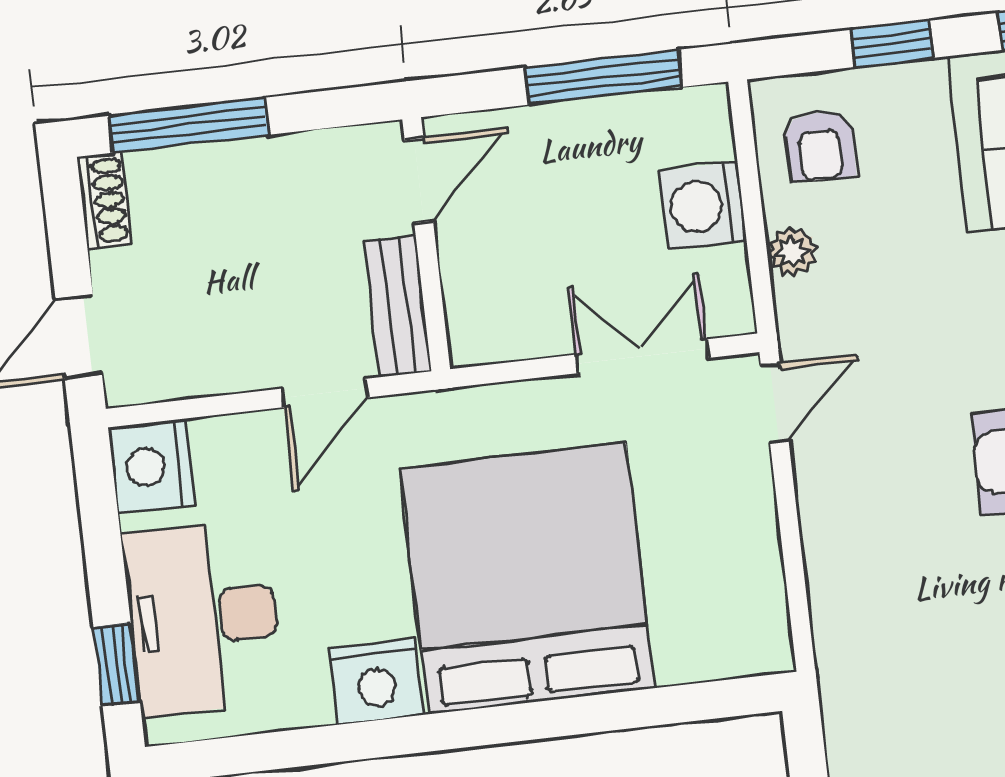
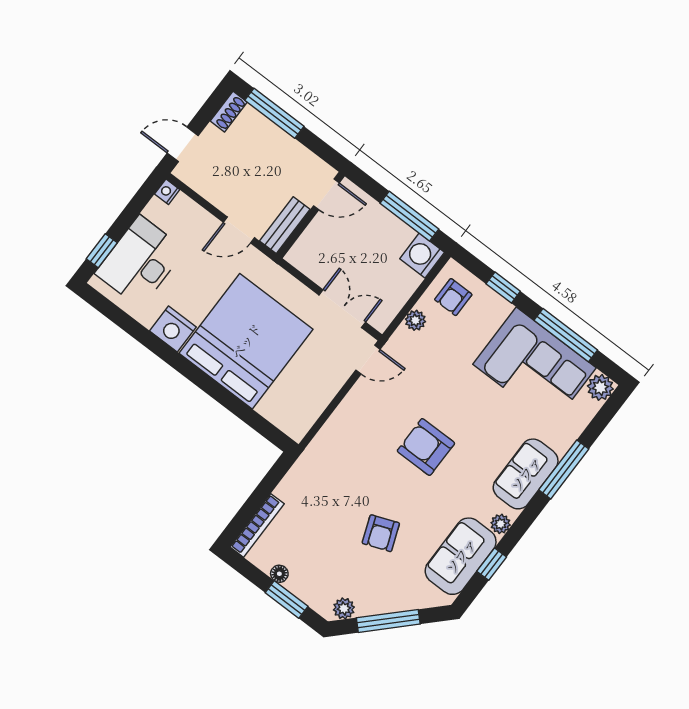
washing machine: (703, 206) -> (422, 256), moved
nightstand: (152, 466) -> (167, 192), width x0.53, depth x0.56

